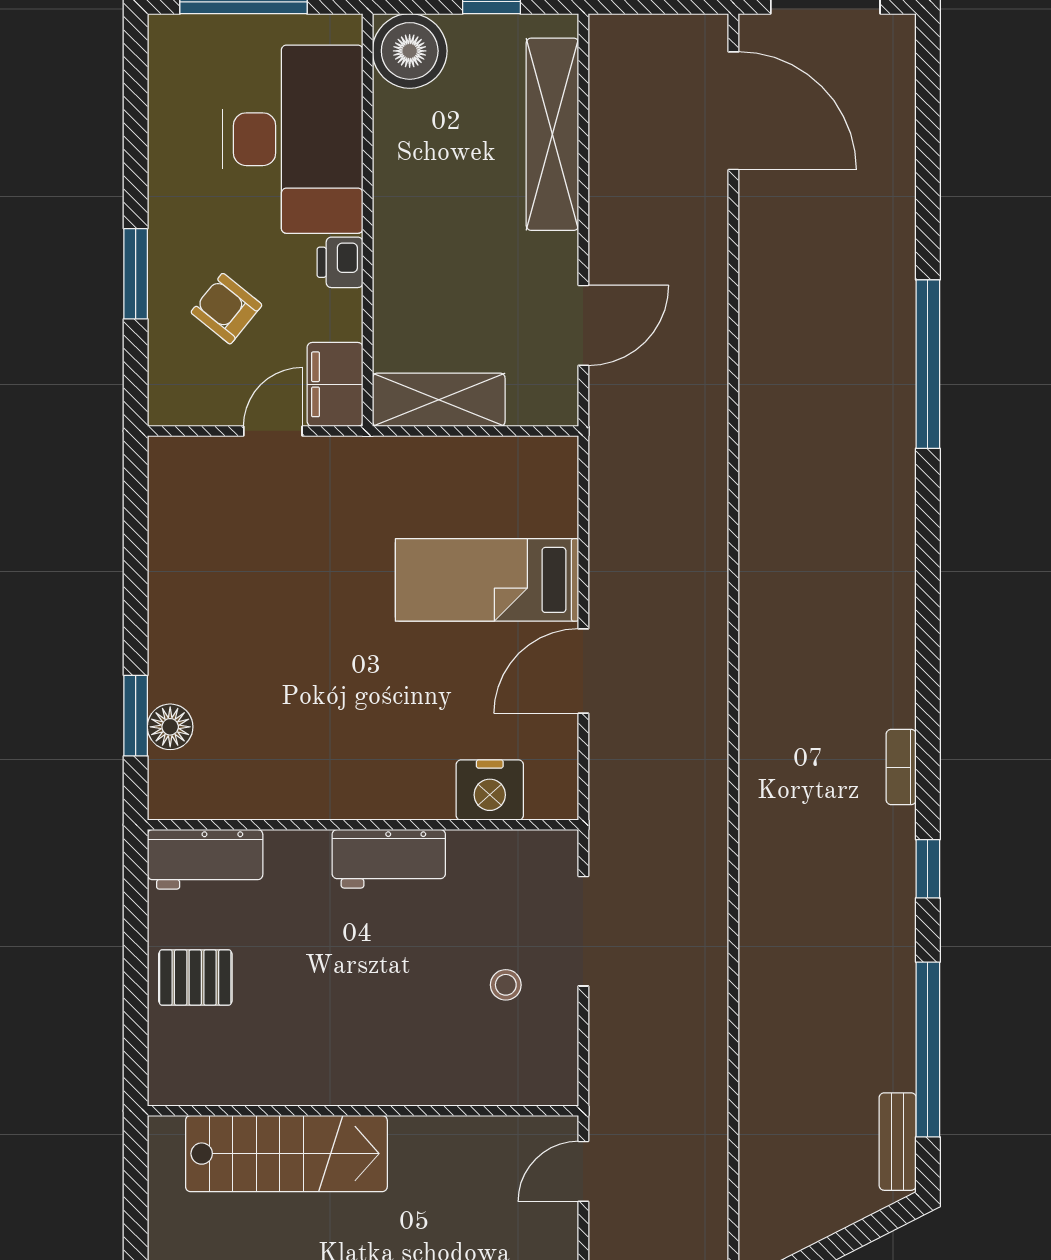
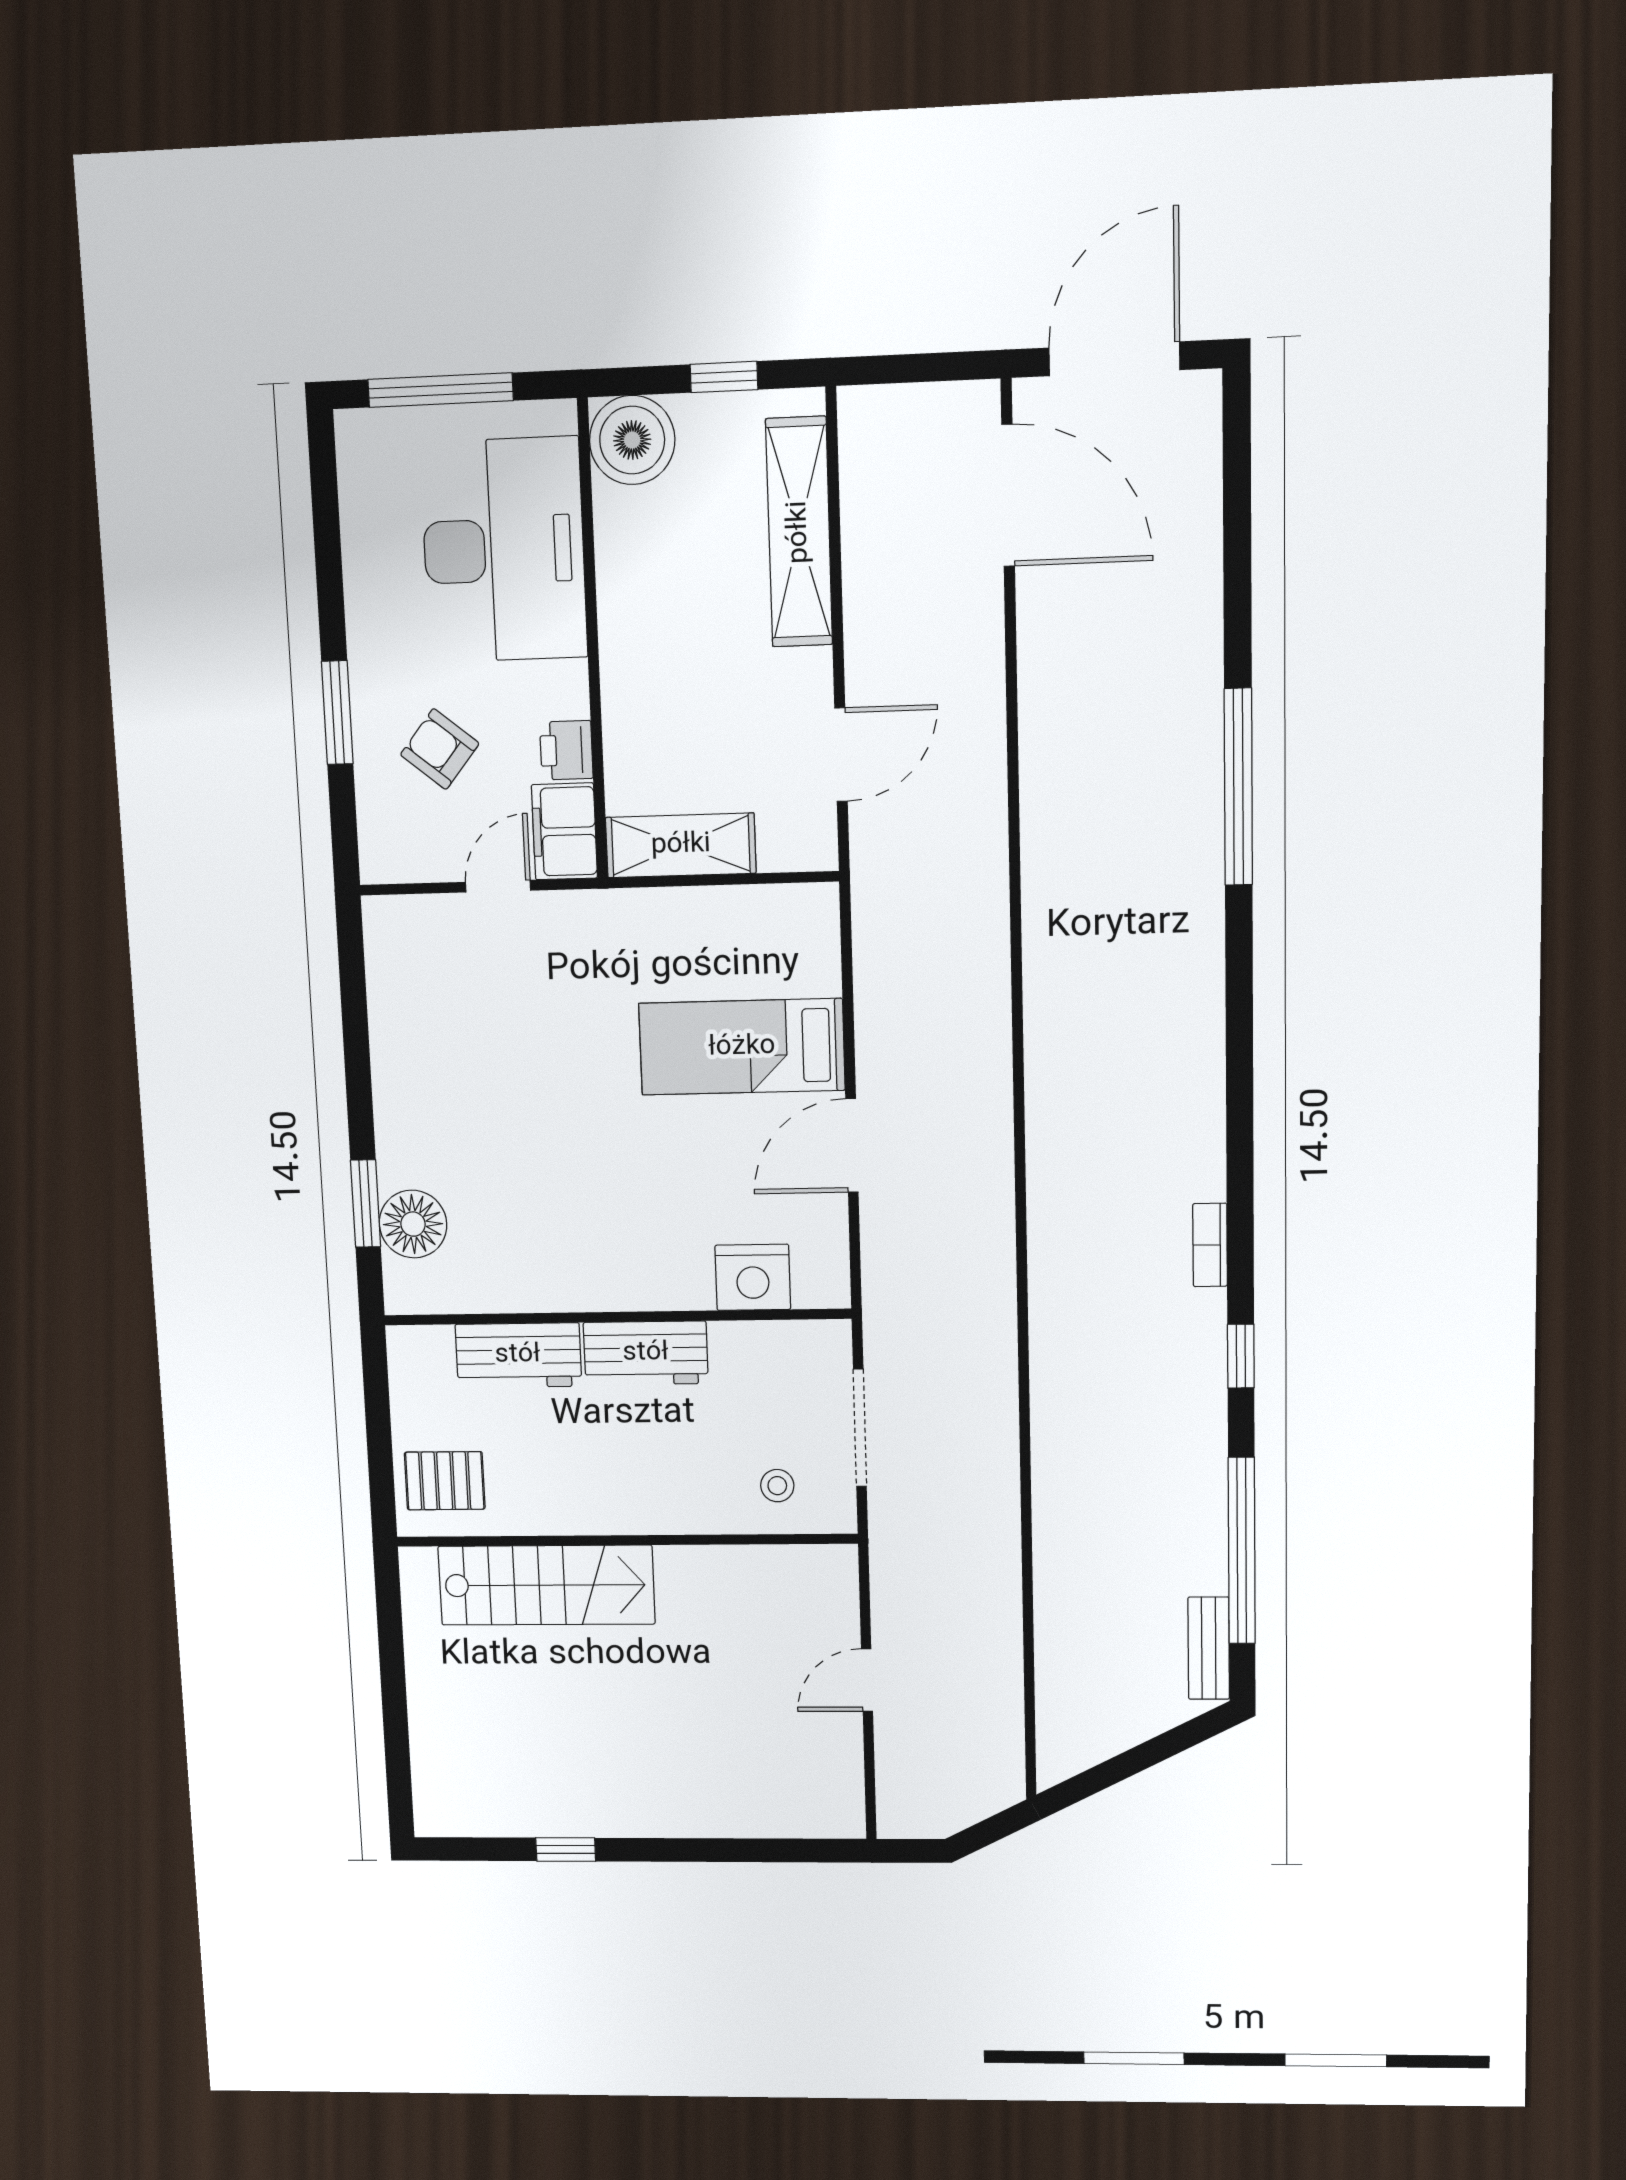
printer: (340, 262) -> (566, 750), moved
floor lamp: (170, 727) -> (413, 1224), width x1.38, depth x1.38
workbench: (205, 859) -> (518, 1355), moved
wall: (363, 1111) -> (626, 1540), moved
stairs: (286, 1154) -> (546, 1585), moved

